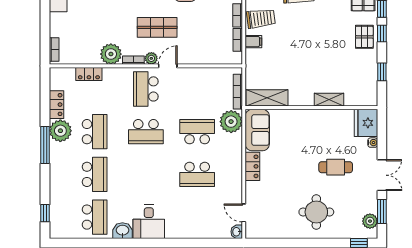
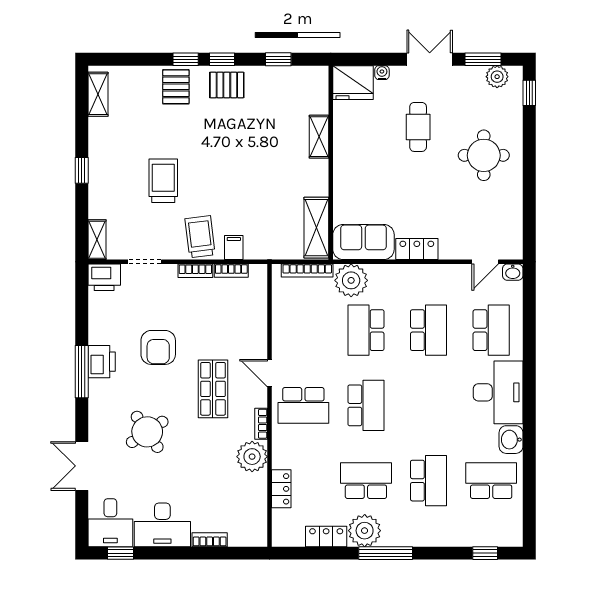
bookcase: (54, 50) -> (210, 540), moved
plant: (151, 58) -> (258, 397), removed
school desk: (95, 174) -> (429, 481), turned 90
school desk: (197, 217) -> (491, 330), added
desk: (149, 222) -> (498, 392), width x1.37

